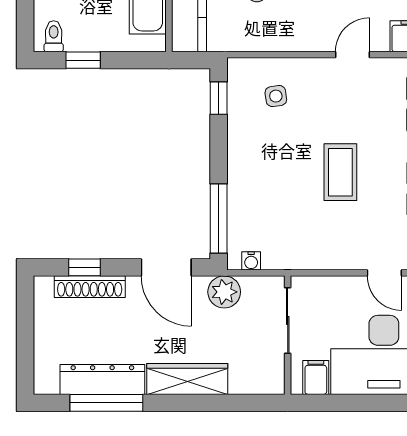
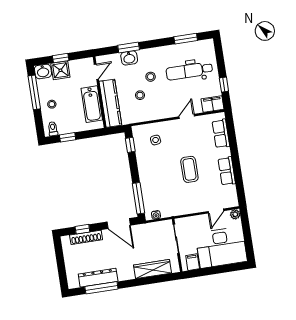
door: (384, 273) -> (216, 211), hinge flipped
plant: (224, 292) -> (146, 230), removed
wardrobe: (187, 379) -> (152, 269), moved

